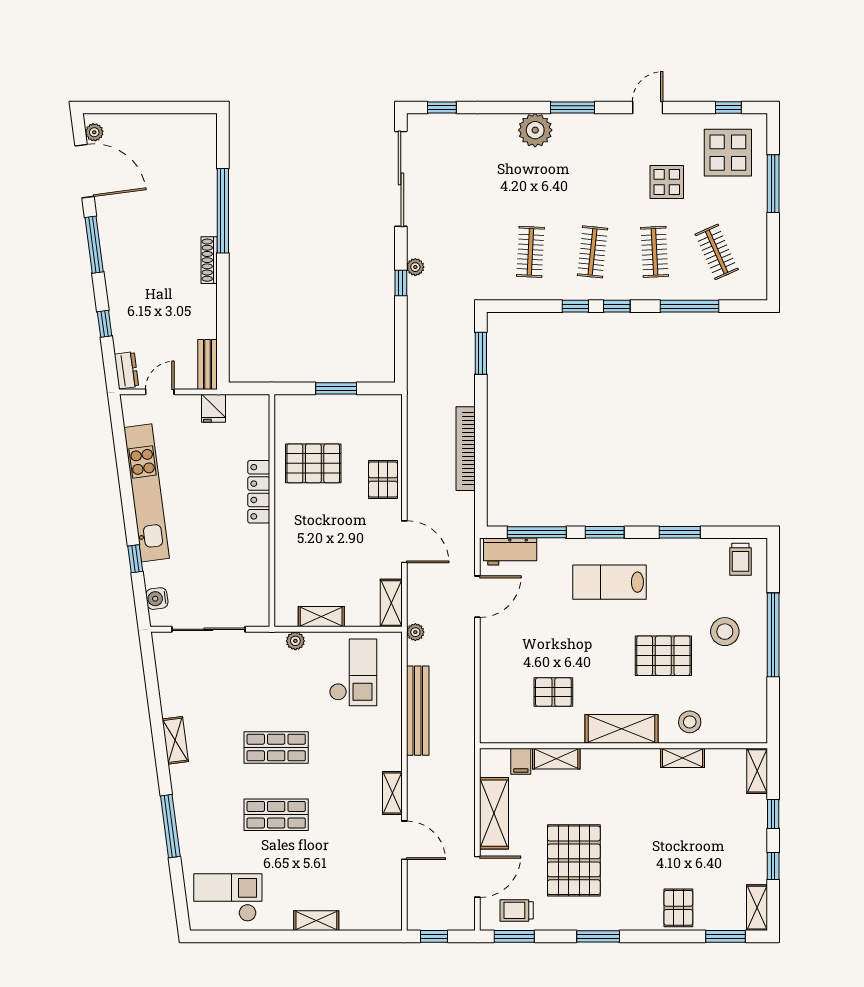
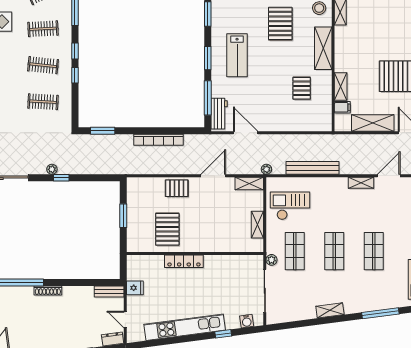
plant: (295, 641) -> (272, 260), moved
shop shelf: (276, 680) -> (295, 251), added

